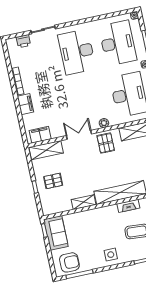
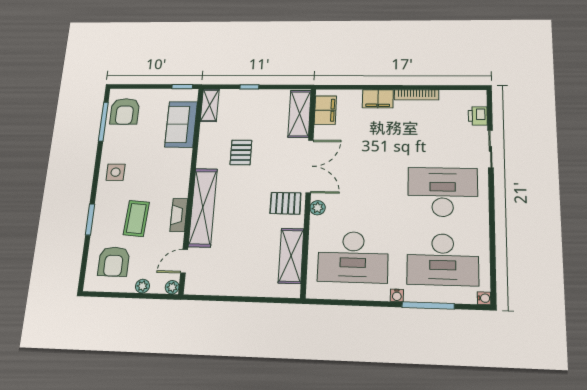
double door: (79, 135) -> (310, 166), width x1.37
pallet: (53, 181) -> (241, 152), moved
shelving: (84, 202) -> (210, 105), moved
sofa: (56, 233) -> (181, 124), moved, turned 90

